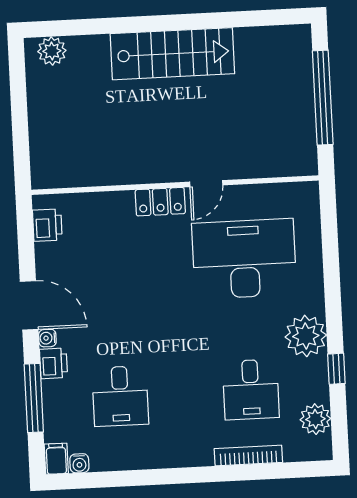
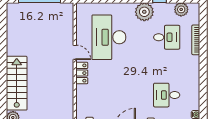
stairs: (172, 54) -> (17, 83), moved
desk: (120, 396) -> (167, 95), turned 180

